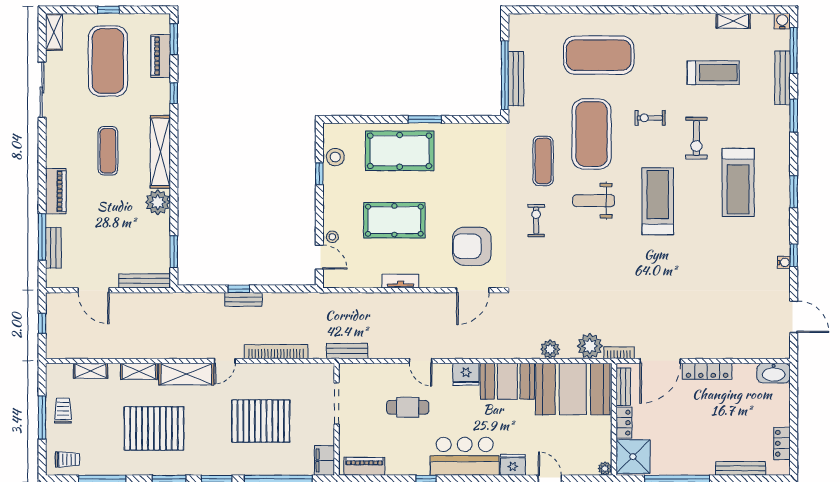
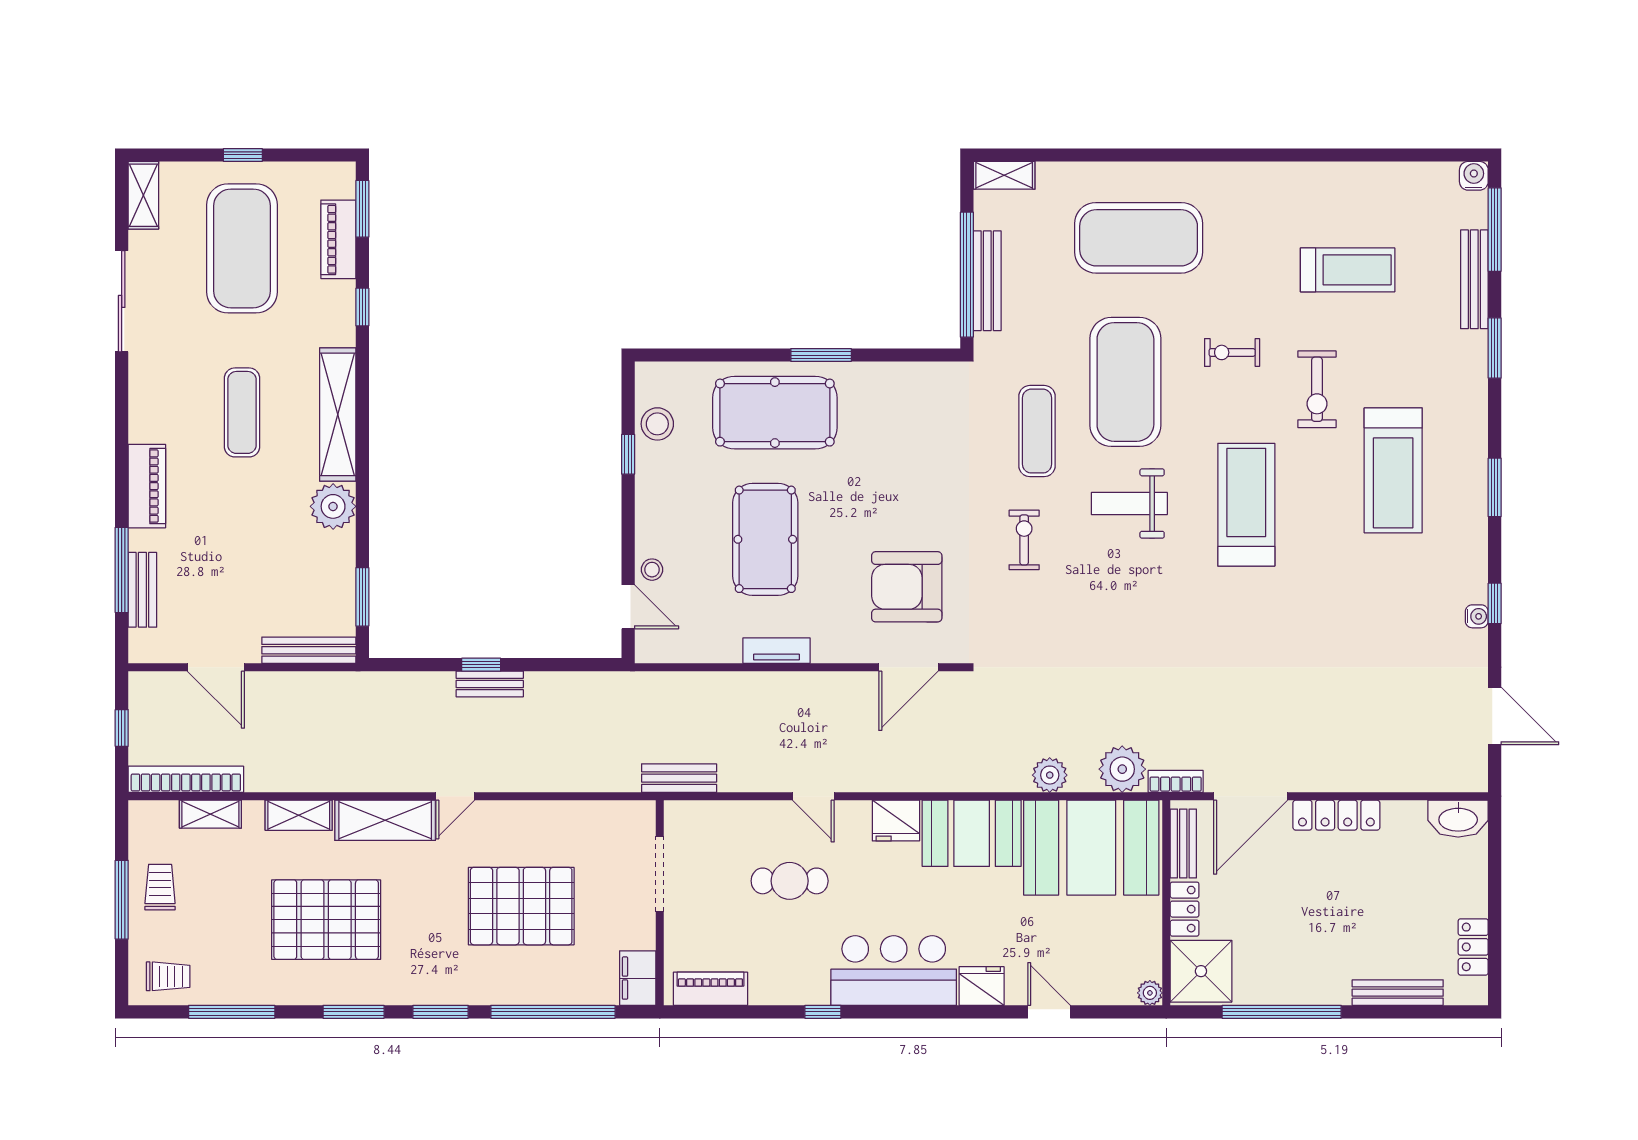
shelving: (733, 21) -> (1004, 175), moved
pool table: (394, 220) -> (765, 539), turned 90
bookcase: (276, 352) -> (186, 779), moved

